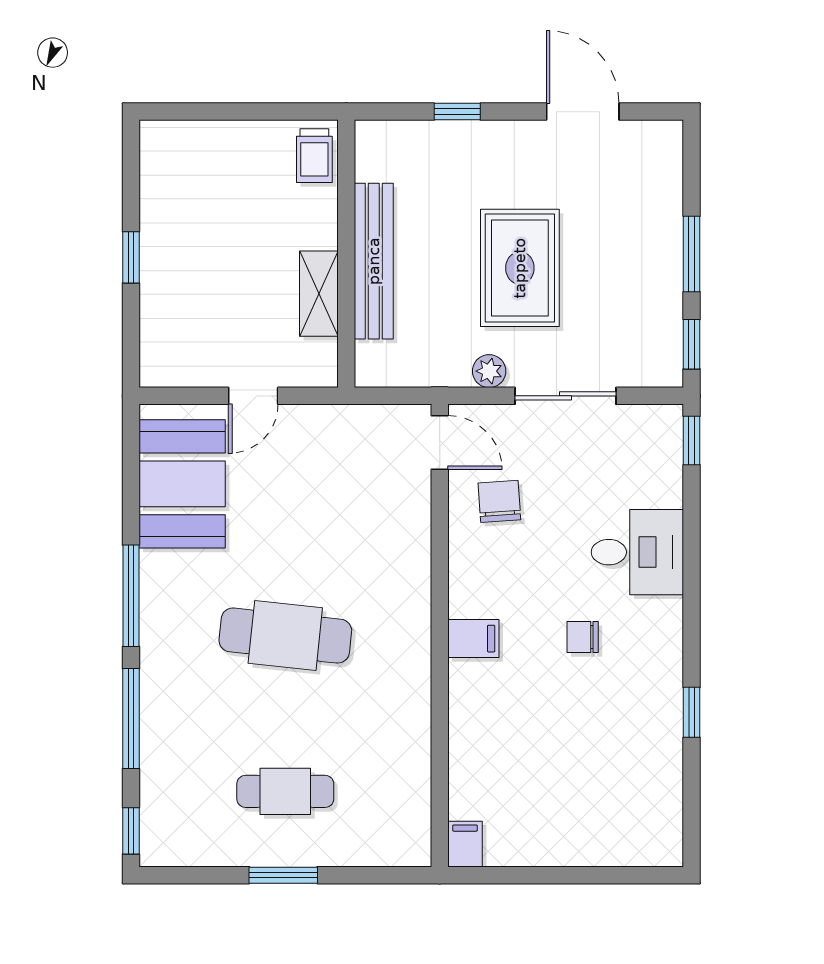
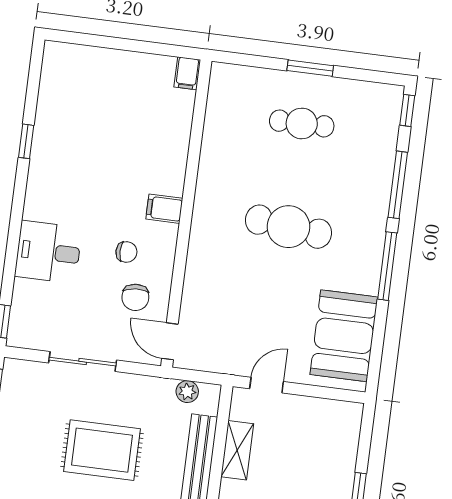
rug: (520, 268) -> (102, 450), turned 90
plant: (489, 371) -> (187, 392), moved
door: (253, 396) -> (267, 385), moved
chair: (583, 637) -> (126, 252), moved

